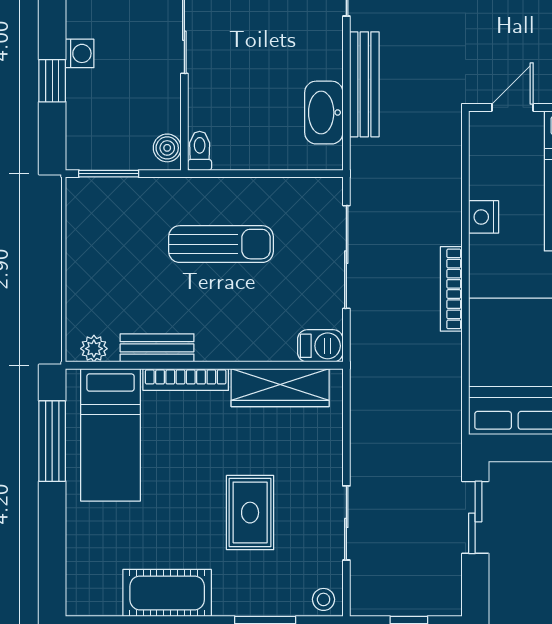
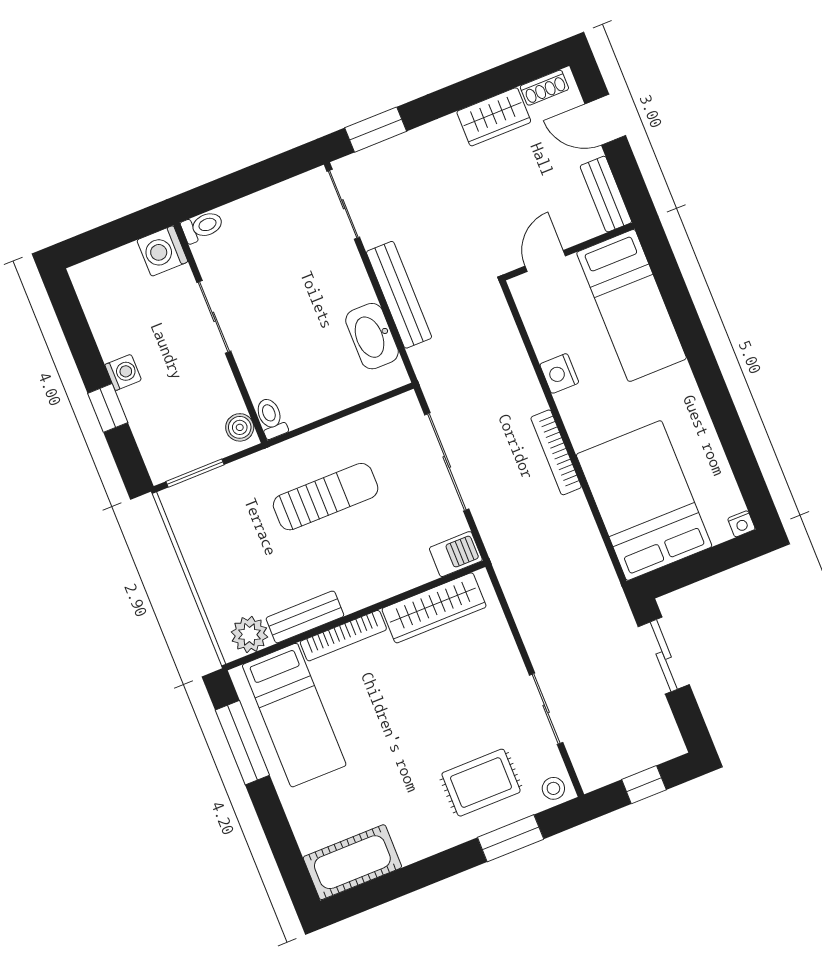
plant: (94, 349) -> (249, 634), width x1.38, depth x1.38
rug: (250, 513) -> (481, 783), moved, turned 90
cot: (167, 593) -> (352, 862), moved

